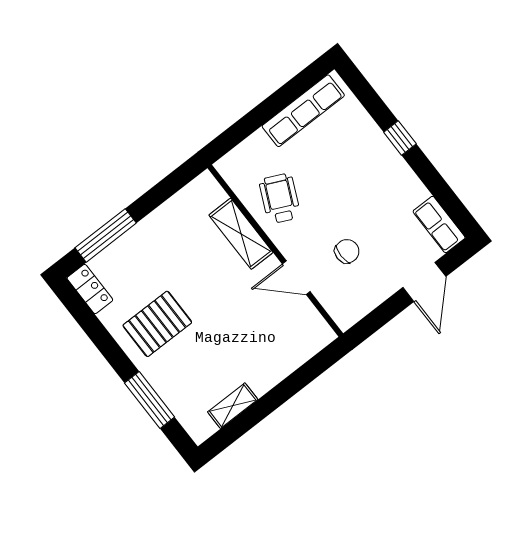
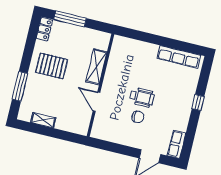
wheelchair: (280, 198) -> (142, 97), moved, turned 65
shelving: (241, 234) -> (97, 67), moved
wall: (275, 251) -> (100, 85), moved
door: (296, 278) -> (97, 102), moved

